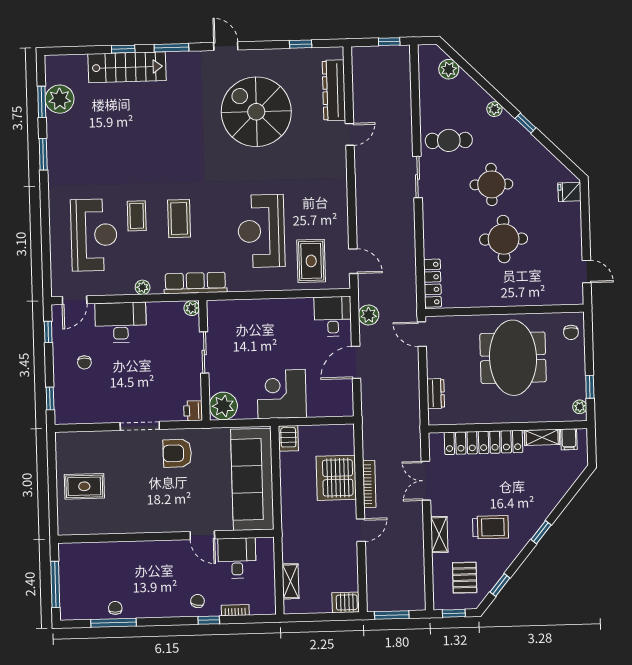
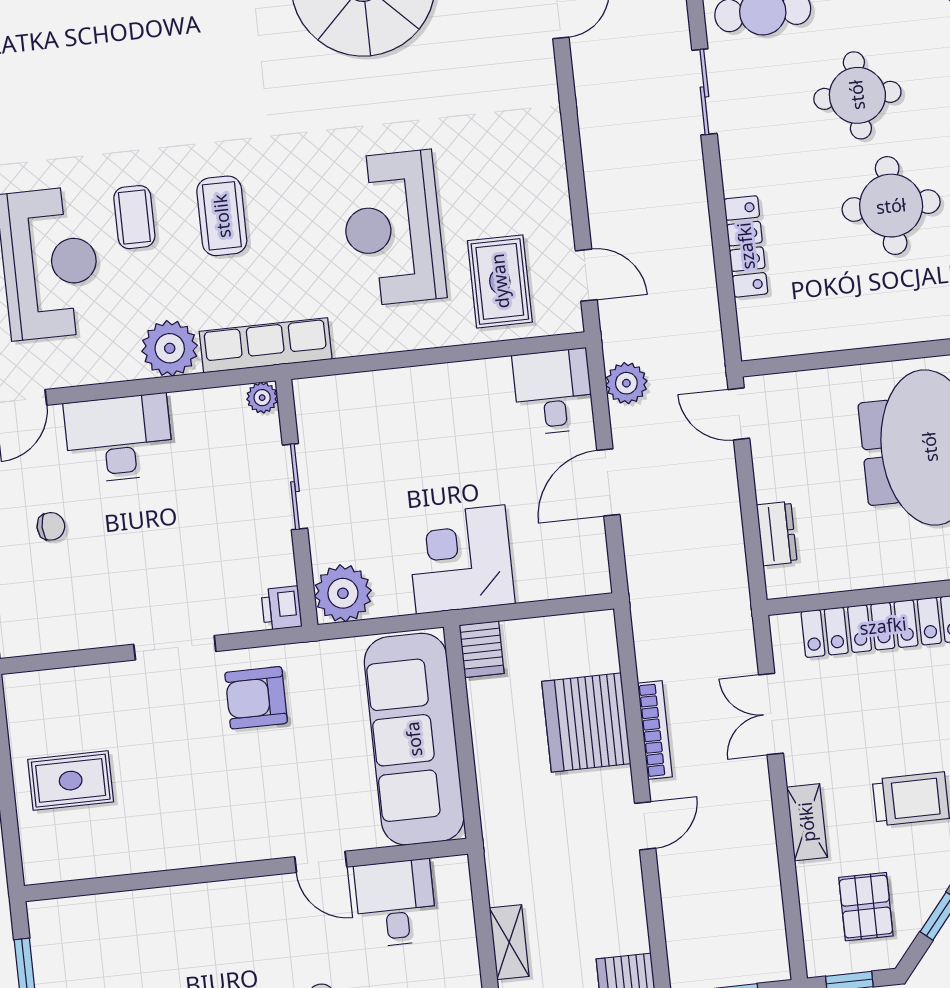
locker: (432, 283) -> (746, 246), moved
plant: (143, 287) -> (170, 348), width x1.87, depth x1.87
chair: (84, 362) -> (51, 526), turned -90

